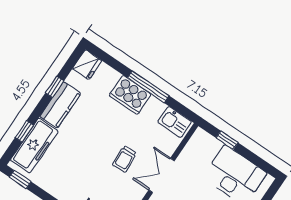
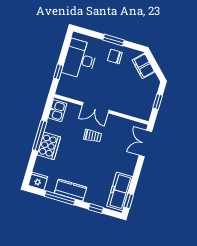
window: (55, 87) -> (60, 198), width x2.17
freezer: (34, 146) -> (120, 191), moved, turned -90

